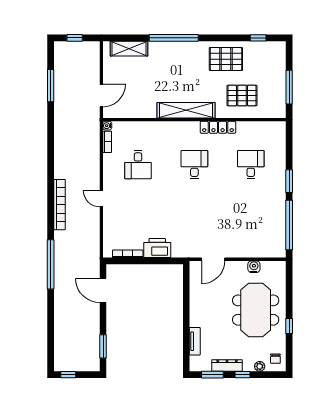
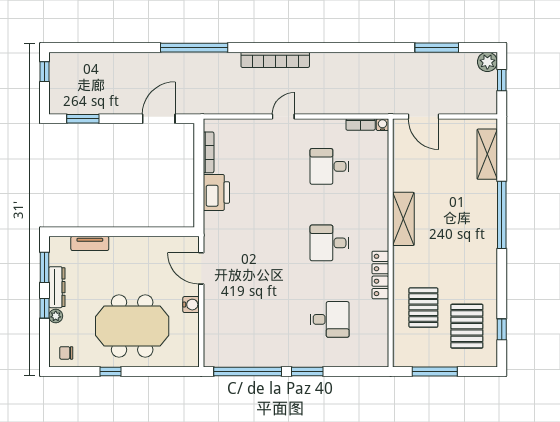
plant: (61, 48) -> (487, 62), added
pallet: (226, 59) -> (467, 326), moved
shelving: (186, 110) -> (403, 219), width x0.68
desk: (194, 165) -> (330, 243), turned 180
water cooler: (254, 267) -> (191, 305), moved
plant: (260, 366) -> (56, 316), moved

